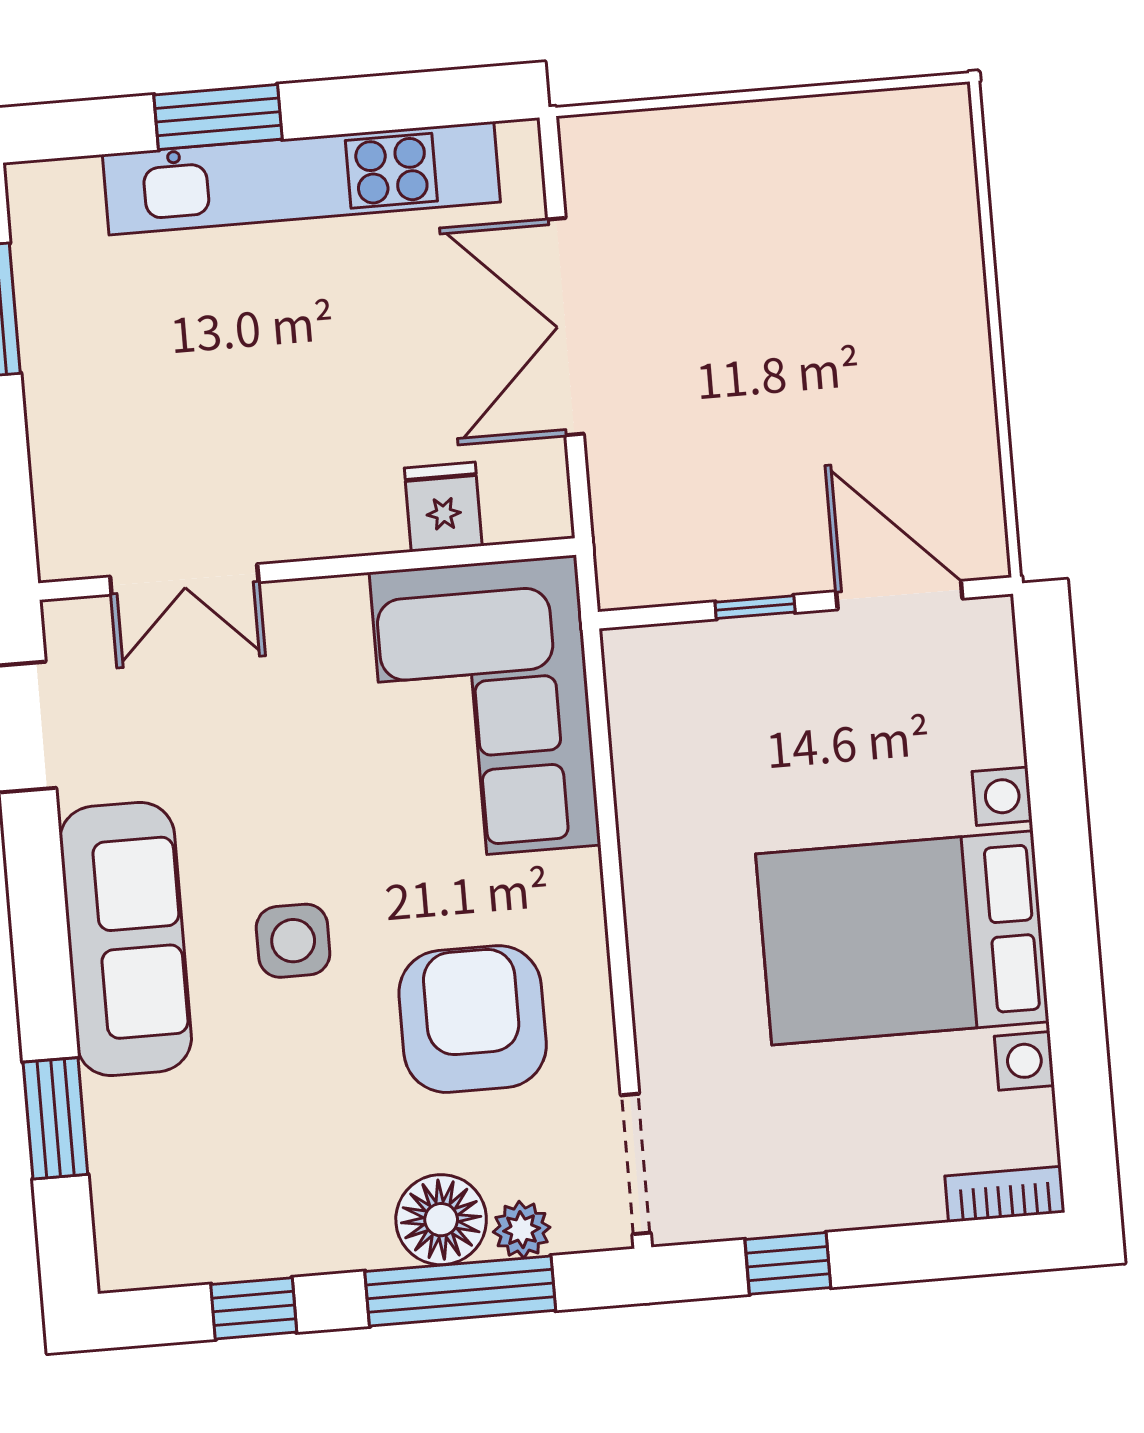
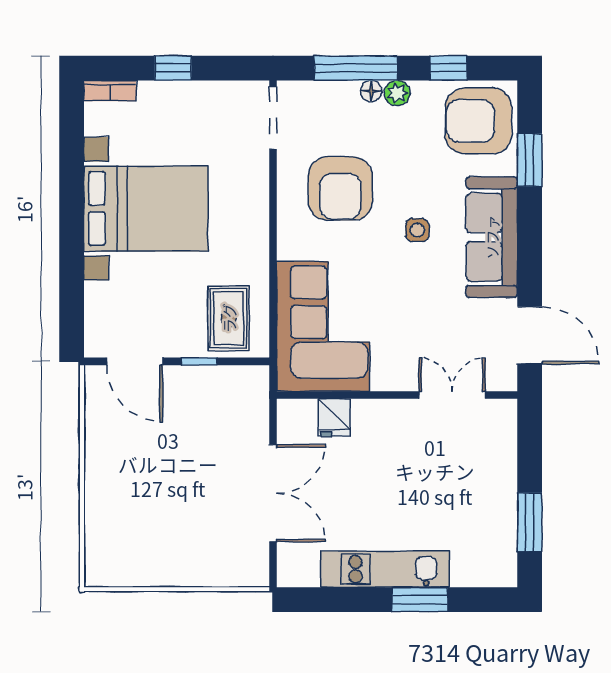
kitchen unit: (301, 178) -> (385, 569), width x0.73
rug: (697, 709) -> (229, 318), added
side table: (293, 941) -> (417, 230), width x0.73, depth x0.73
armchair: (177, 1196) -> (478, 121), added
floor lamp: (441, 1220) -> (371, 91), width x0.53, depth x0.53
plant: (522, 1230) -> (397, 93), moved
window: (788, 1263) -> (173, 68), moved

